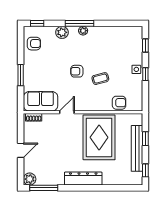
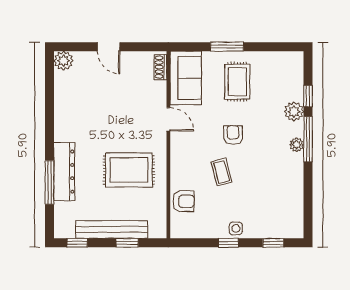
window: (37, 23) -> (308, 96), moved
armchair: (34, 44) -> (276, 67), removed
rug: (43, 68) -> (237, 82), added
armchair: (119, 103) -> (183, 201), turned -90
rug: (99, 137) -> (129, 170), width x0.73, depth x0.69
dresser: (83, 179) -> (64, 172), moved
window: (44, 188) -> (49, 182), moved

